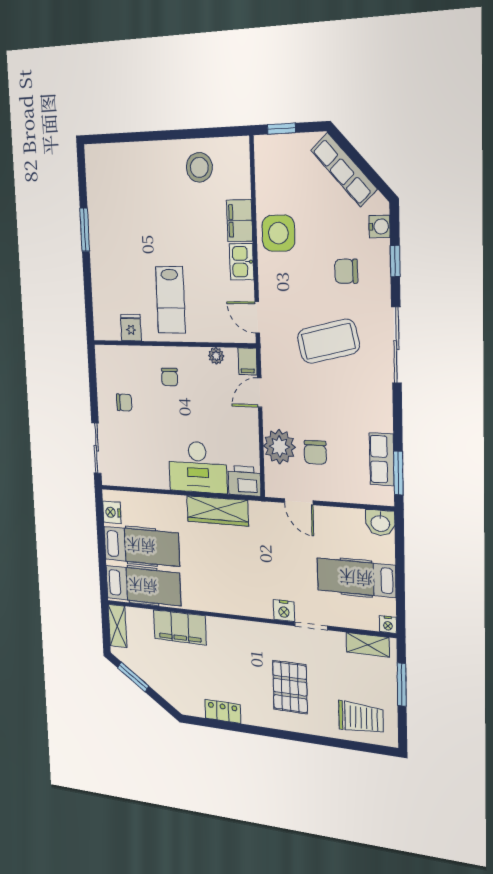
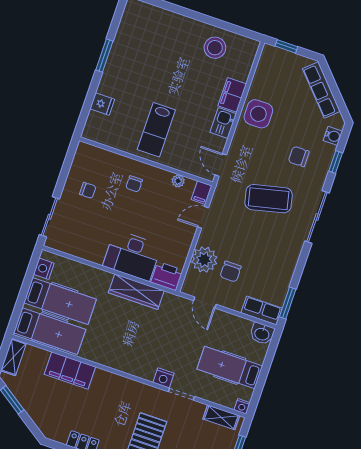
fridge: (131, 328) -> (102, 104), moved, turned 90
row of seats: (382, 459) -> (262, 311), moved, turned 90

